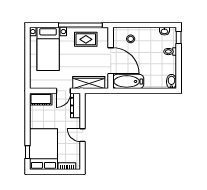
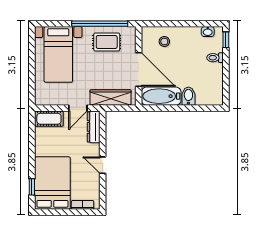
bidet: (171, 82) -> (188, 96), moved

